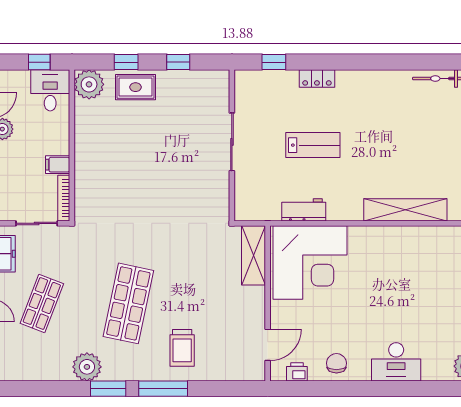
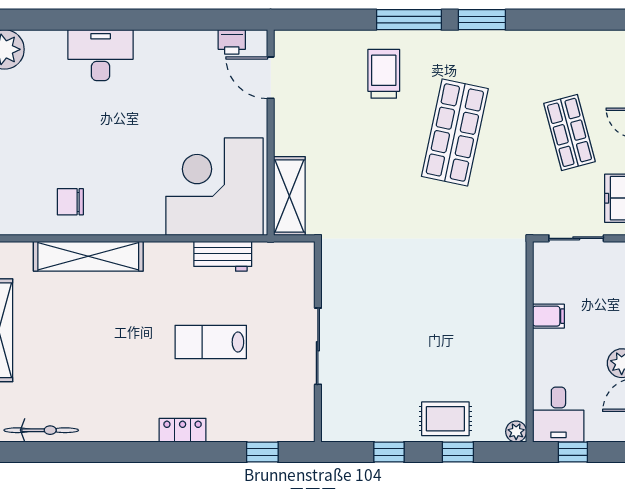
locker: (317, 78) -> (183, 430), moved
plant: (89, 84) -> (516, 432), width x0.53, depth x0.53
bookcase: (64, 198) -> (540, 272), removed
shop shelf: (42, 303) -> (569, 132), turned -36
door: (268, 345) -> (271, 78), hinge flipped
chair: (336, 363) -> (70, 202), moved, turned 90
plant: (87, 367) -> (510, 49), removed

